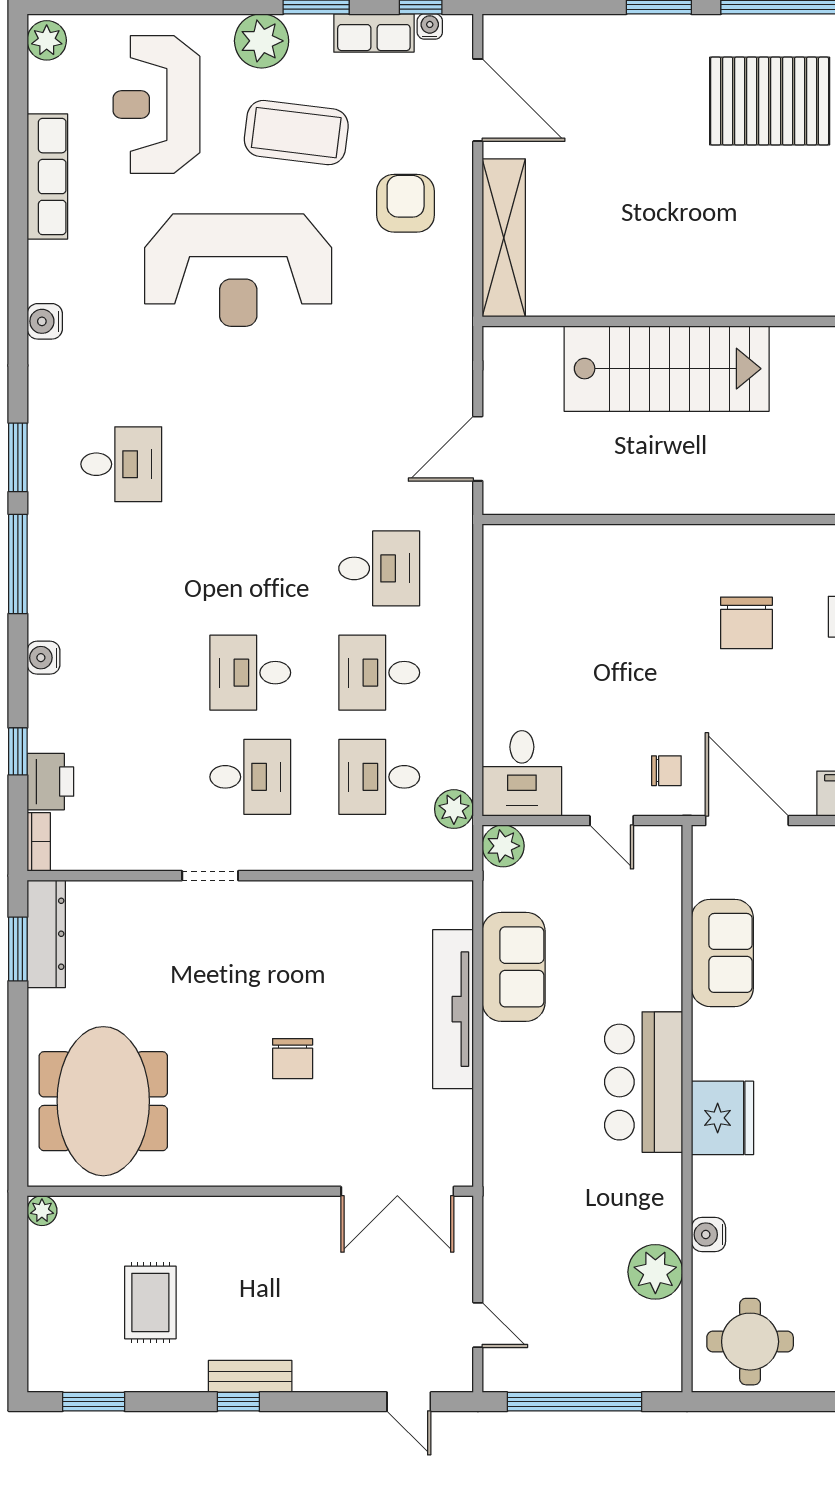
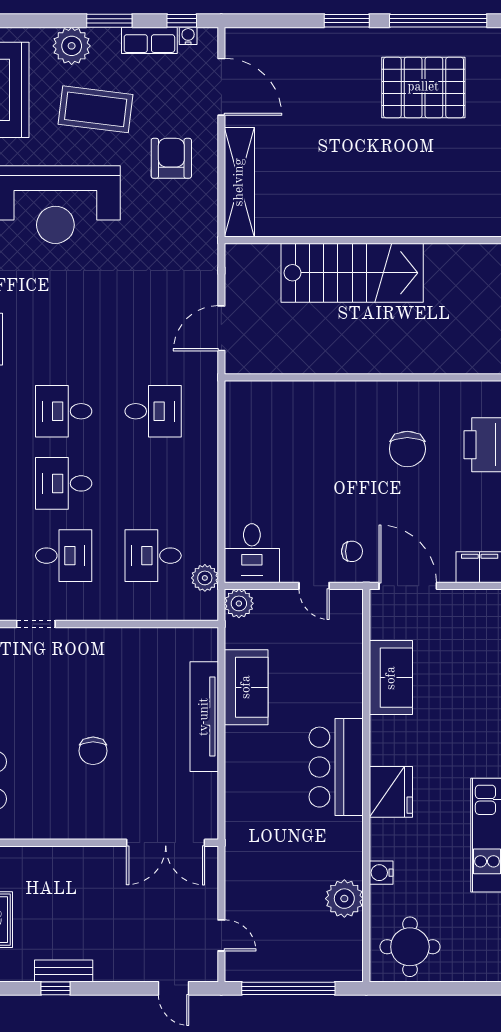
desk: (379, 673) -> (64, 411), moved

